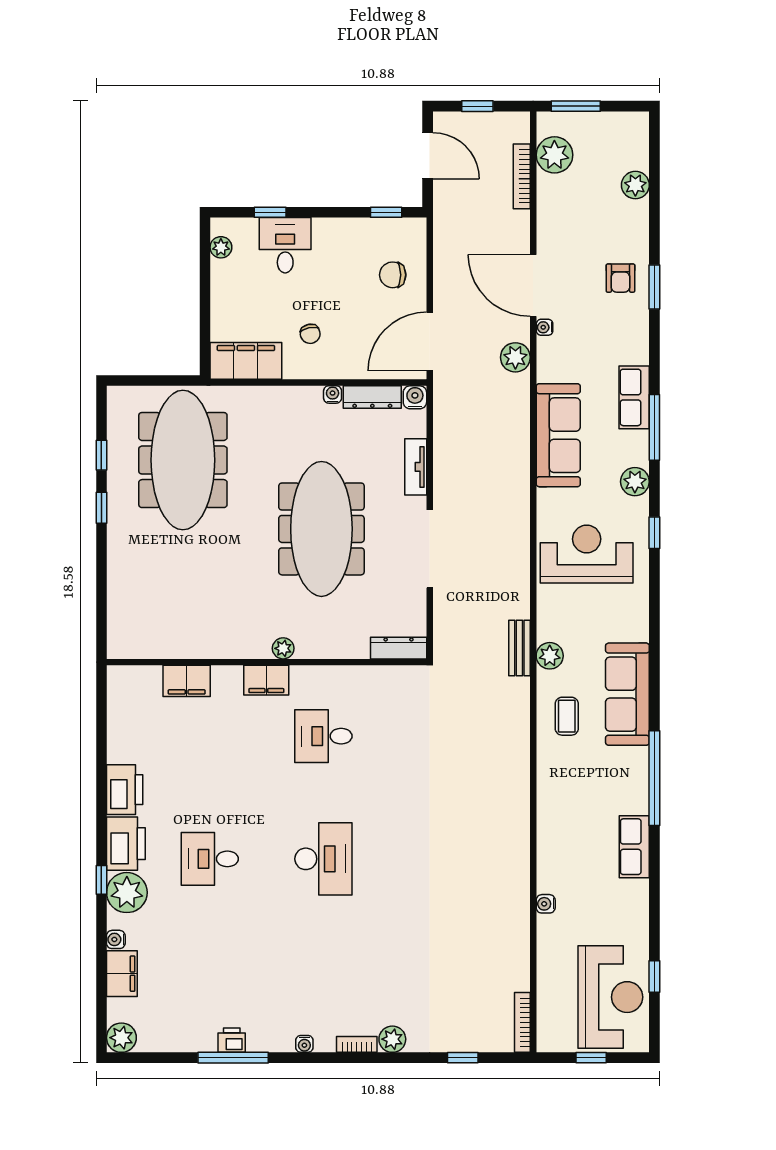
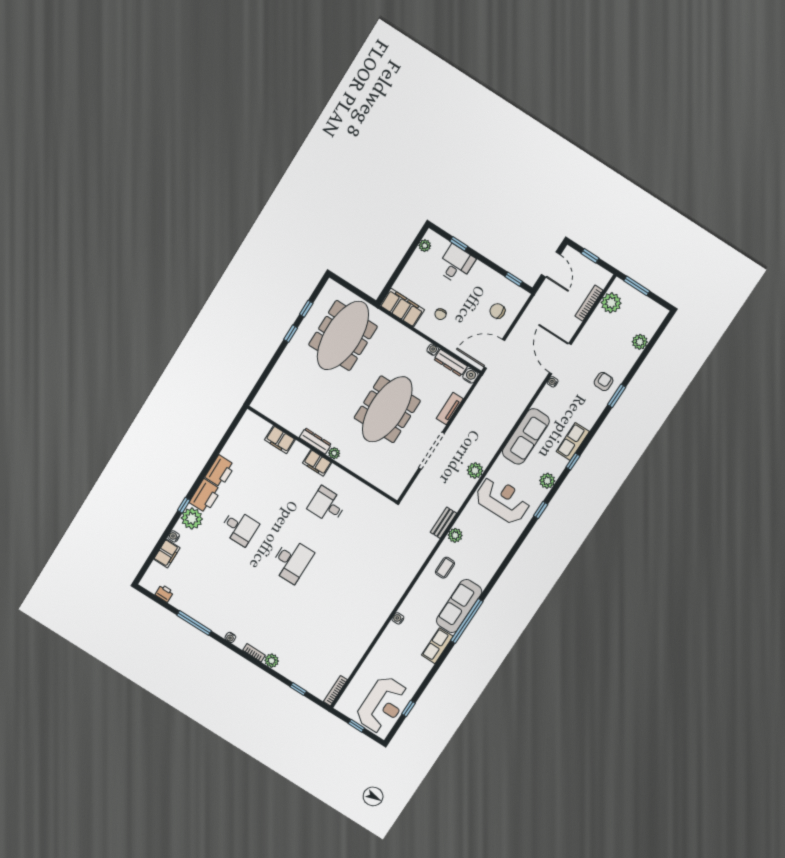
armchair: (620, 278) -> (604, 382), turned 180
plant: (515, 357) -> (475, 470), moved
window: (654, 427) -> (573, 461), width x0.46
dresser: (399, 648) -> (315, 441), moved
sofa: (627, 694) -> (459, 606), moved
desk: (210, 859) -> (239, 527), turned 180
water cooler: (546, 904) -> (398, 618), moved
plant: (121, 1038) -> (149, 582), removed
printer: (232, 1040) -> (164, 593), moved

